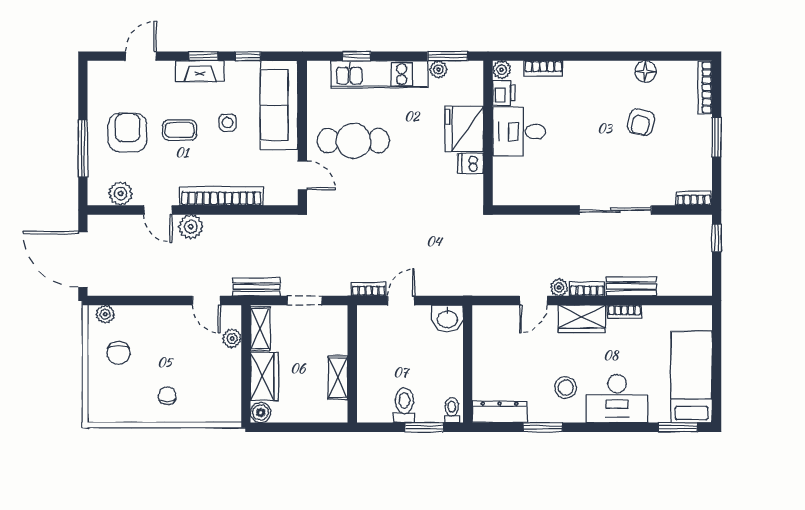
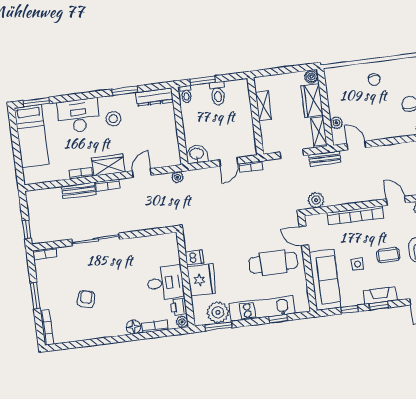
plant: (438, 69) -> (218, 312), width x1.87, depth x1.87
floor lamp: (645, 71) -> (134, 327), moved
plant: (191, 227) -> (316, 200), moved
plant: (559, 287) -> (178, 177), moved

